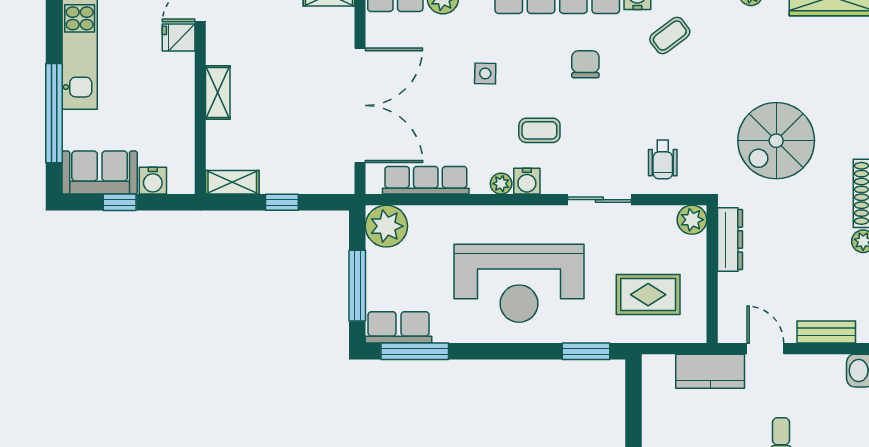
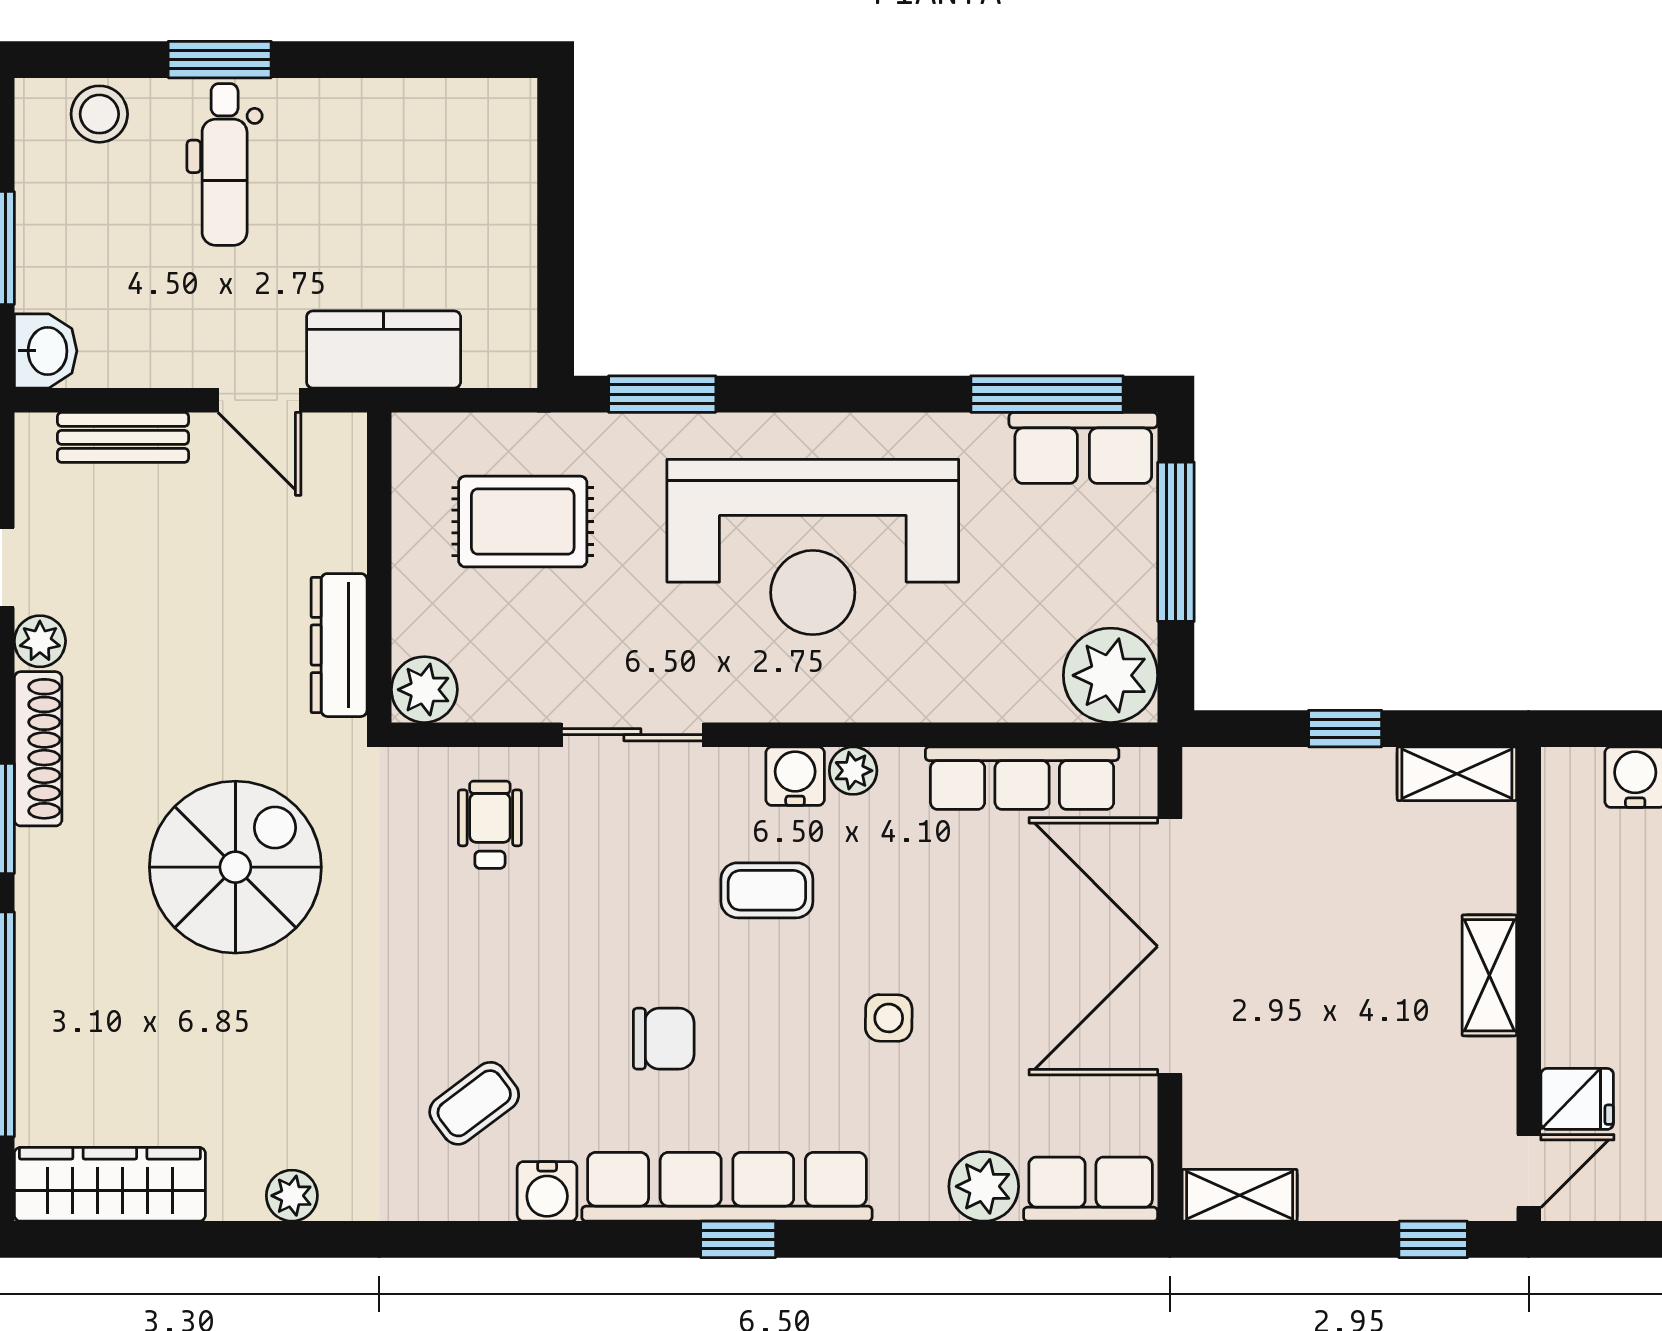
chair: (585, 64) -> (664, 1039), turned -90
reception desk: (519, 283) -> (813, 547), turned 180

